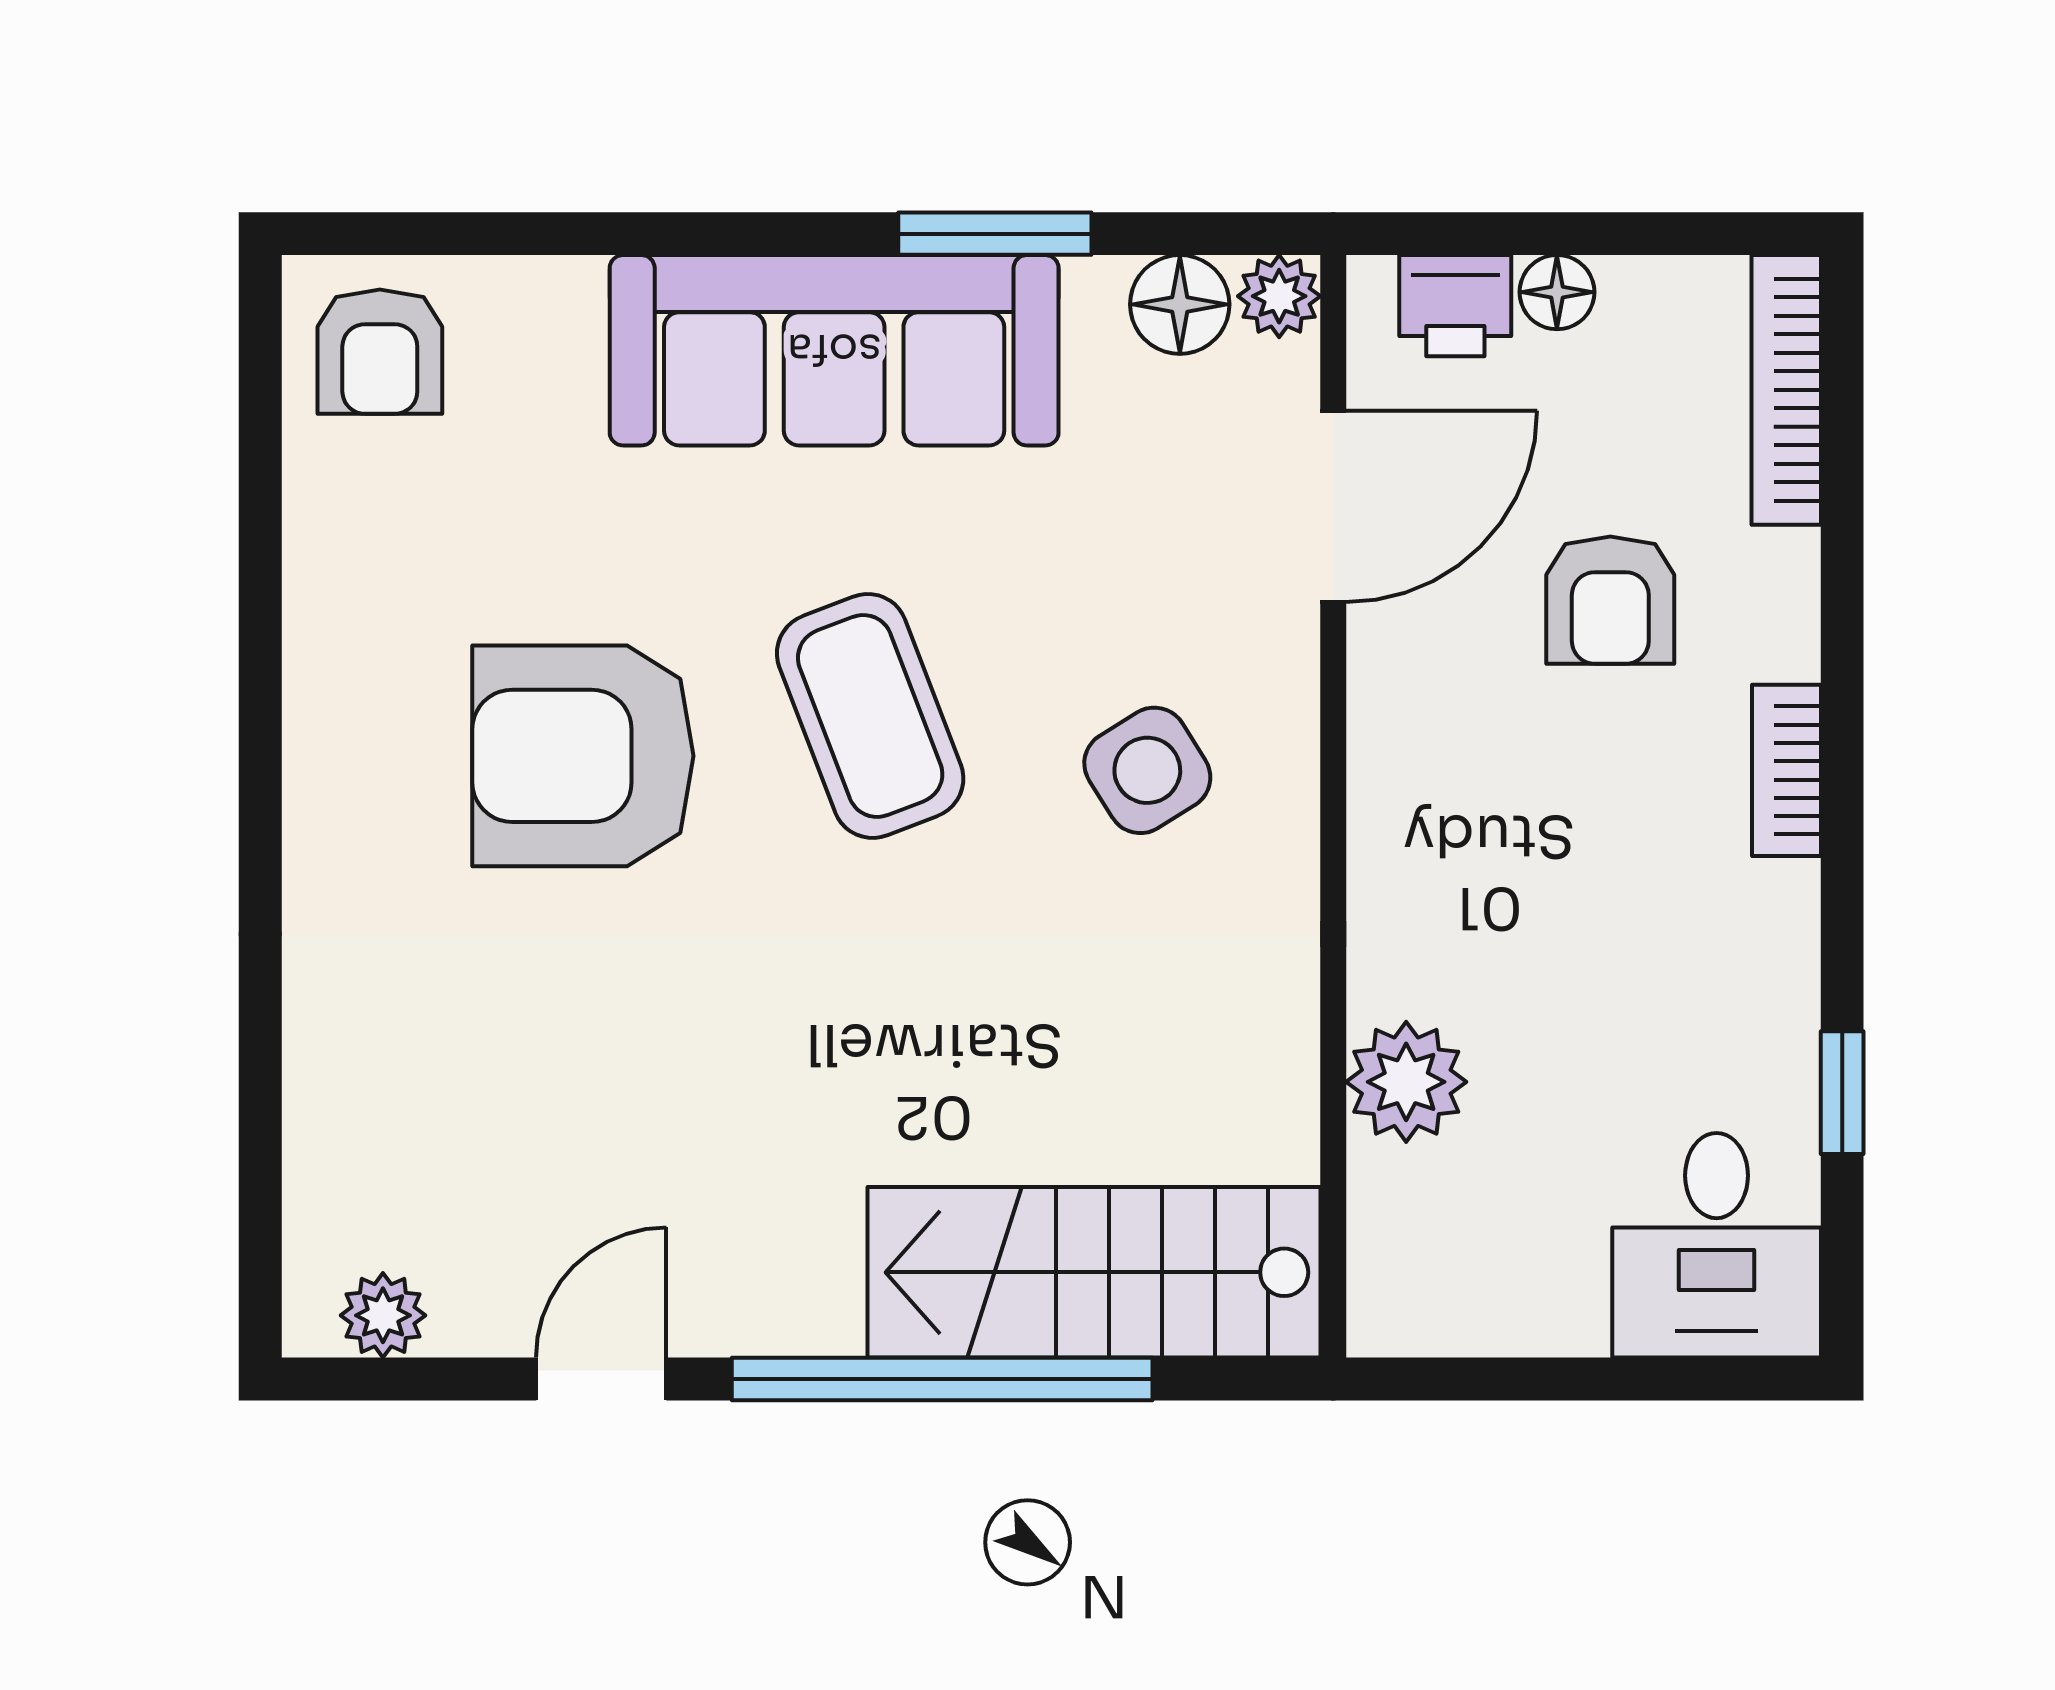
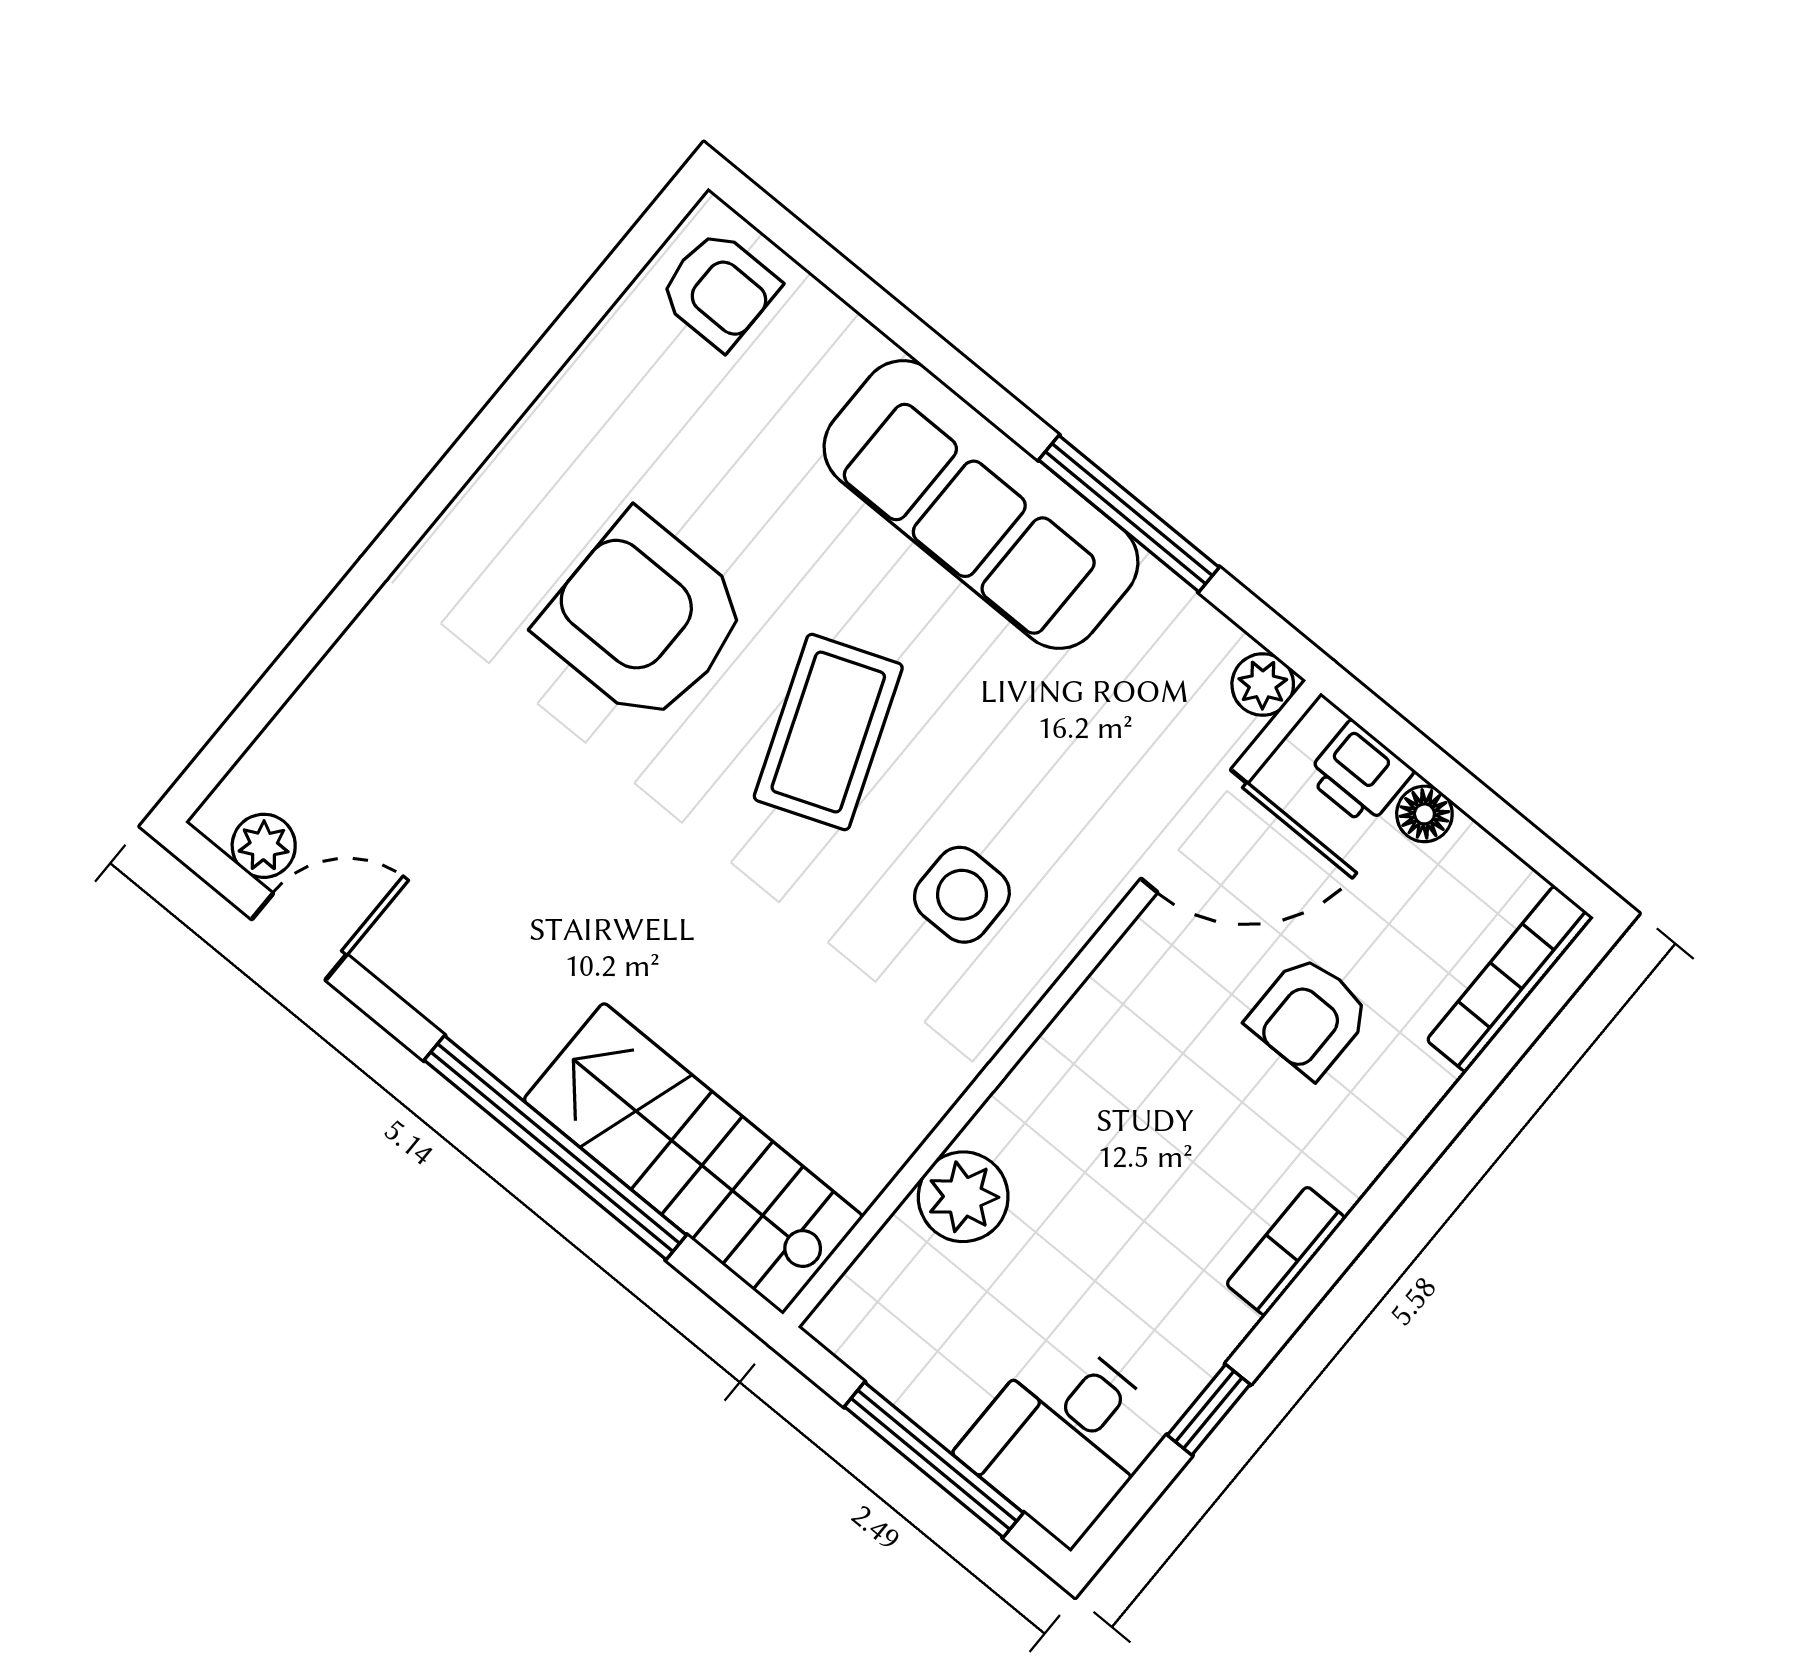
window: (995, 234) -> (1129, 514), width x1.44
floor lamp: (1180, 304) -> (1202, 642), removed
armchair: (380, 352) -> (719, 290), turned -90
side table: (1147, 770) -> (962, 895), turned 32
bookcase: (1786, 770) -> (1286, 1251), moved
door: (601, 1379) -> (299, 937), moved
window: (1600, 1379) -> (934, 1460), added

